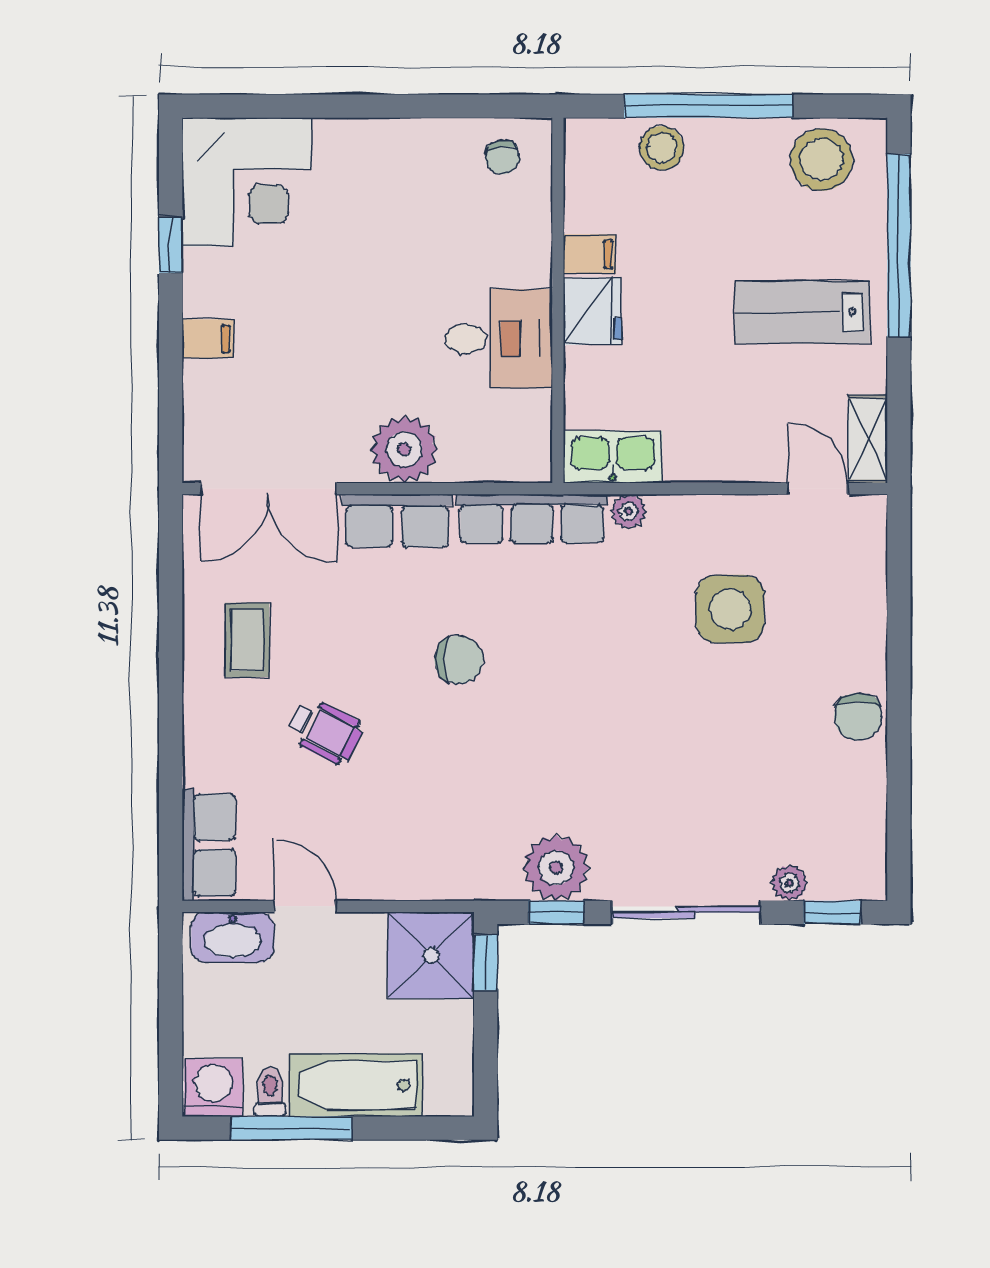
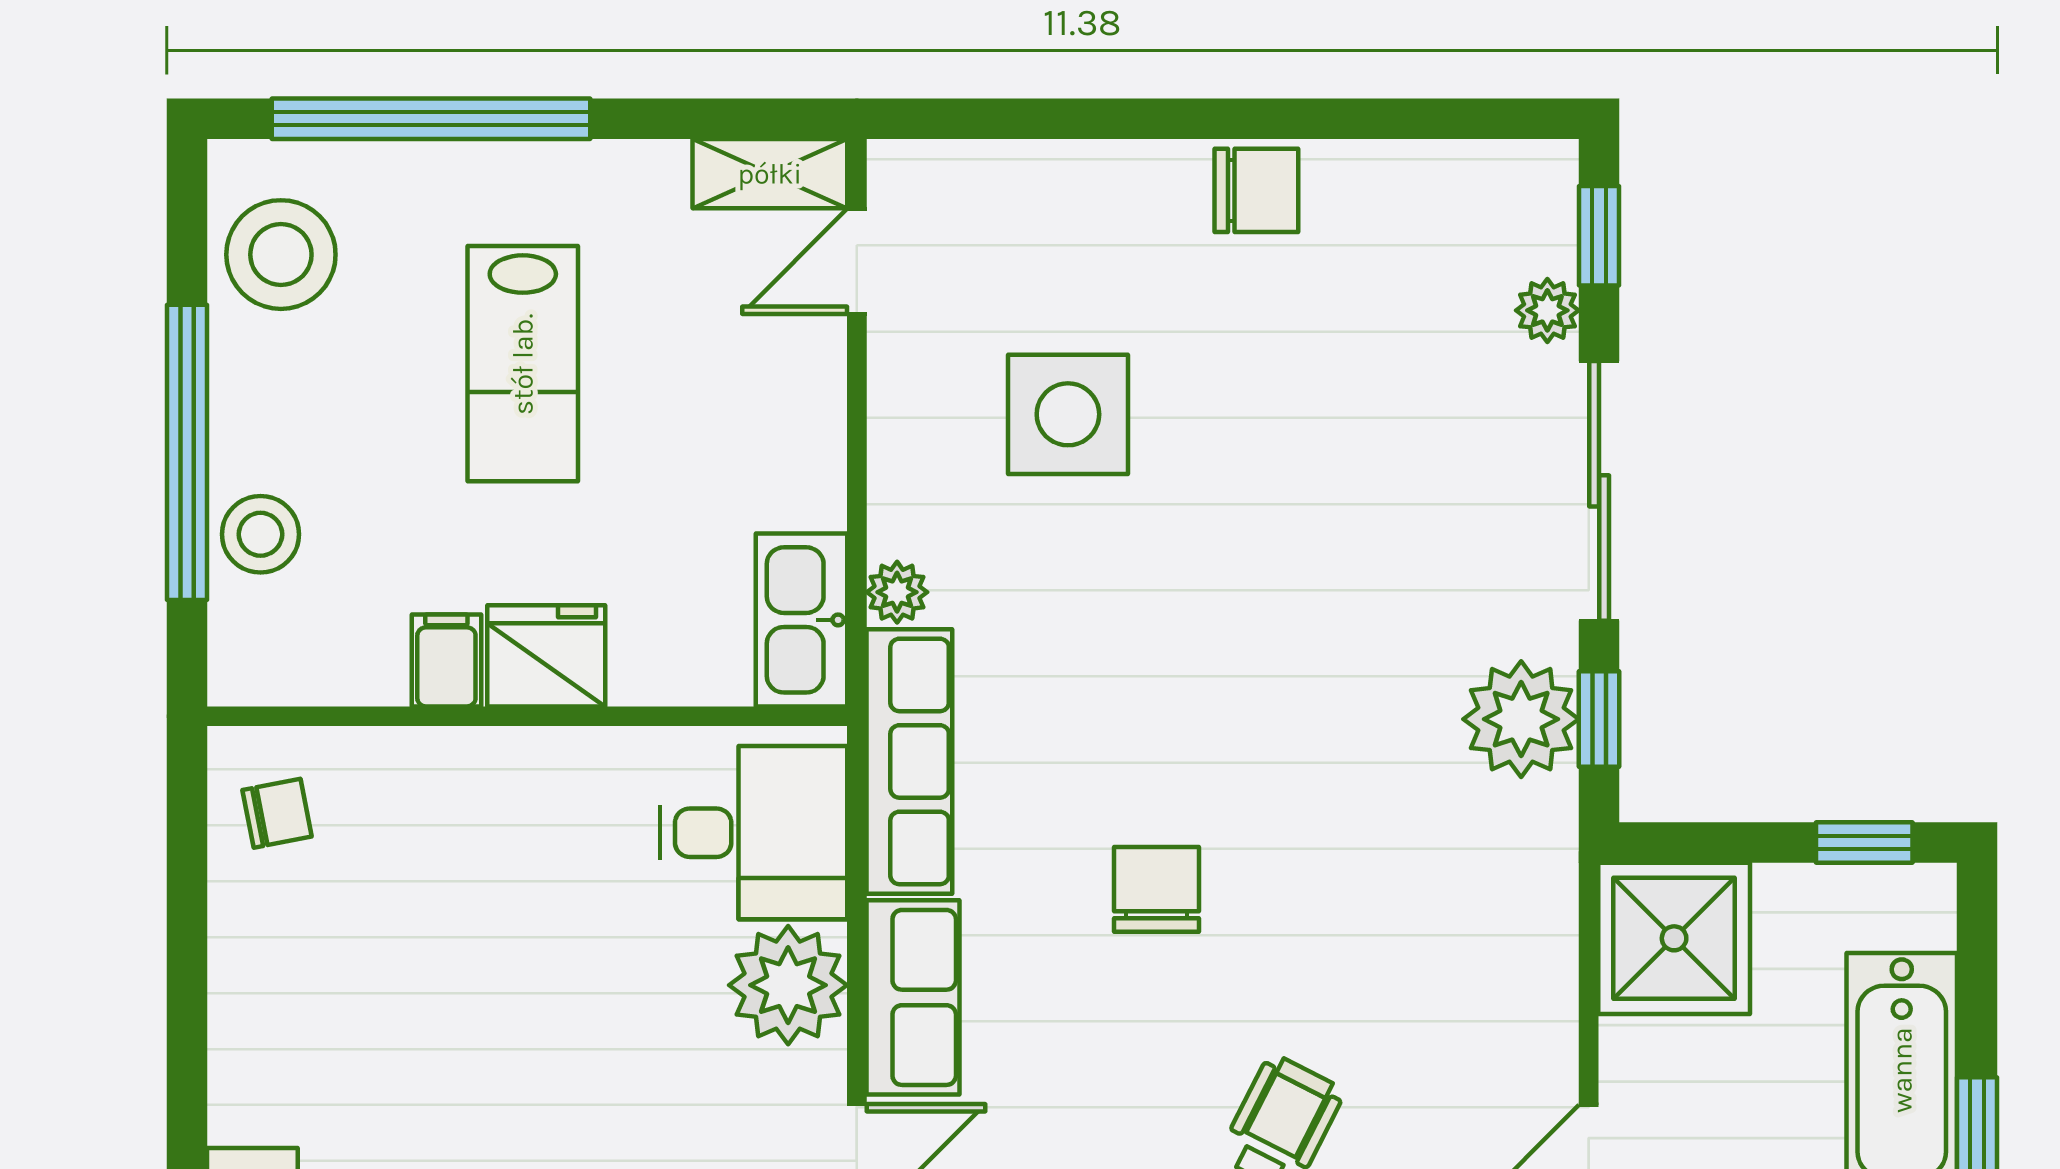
lab bench: (802, 312) -> (523, 364), moved
desk: (499, 339) -> (754, 833), moved, turned 90
window: (486, 963) -> (1864, 842), moved

